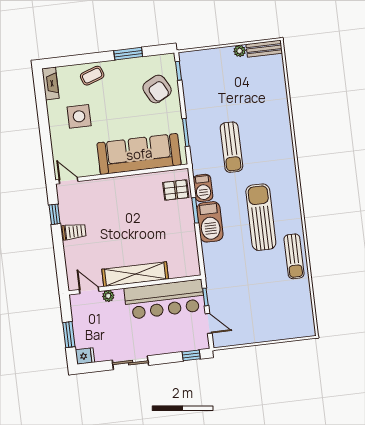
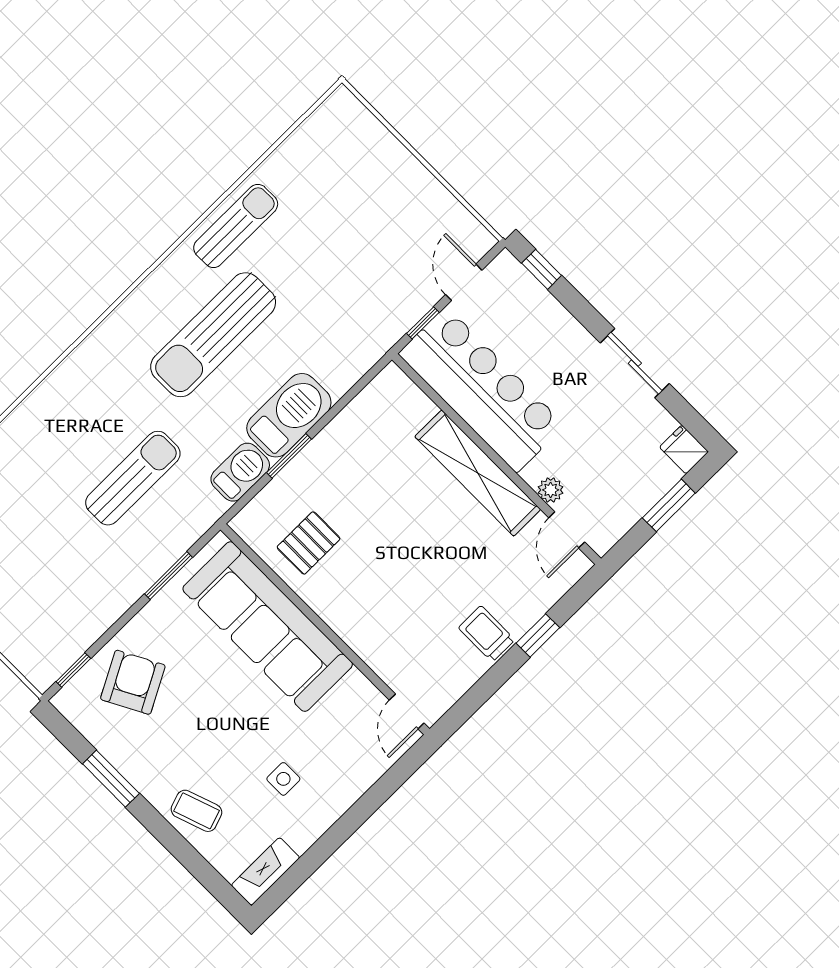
side table: (79, 116) -> (283, 779), width x0.54, depth x0.54
pallet: (176, 190) -> (309, 543), moved, turned 90
window: (55, 214) -> (538, 635), moved

